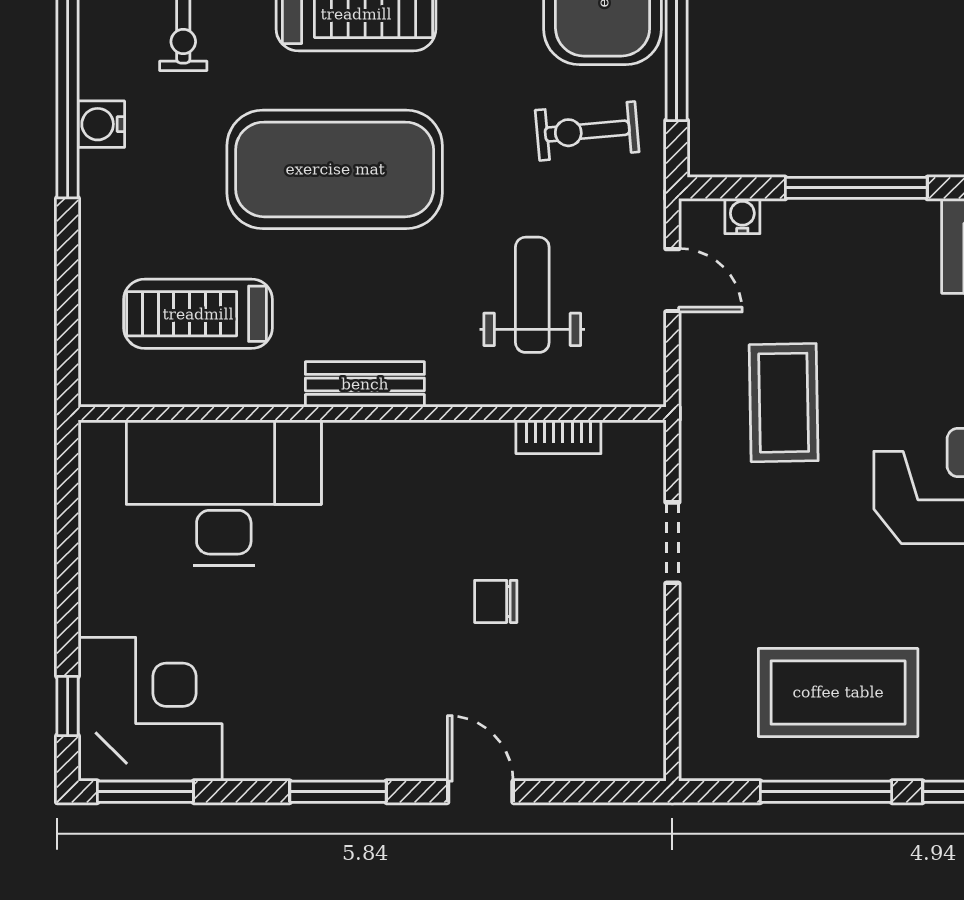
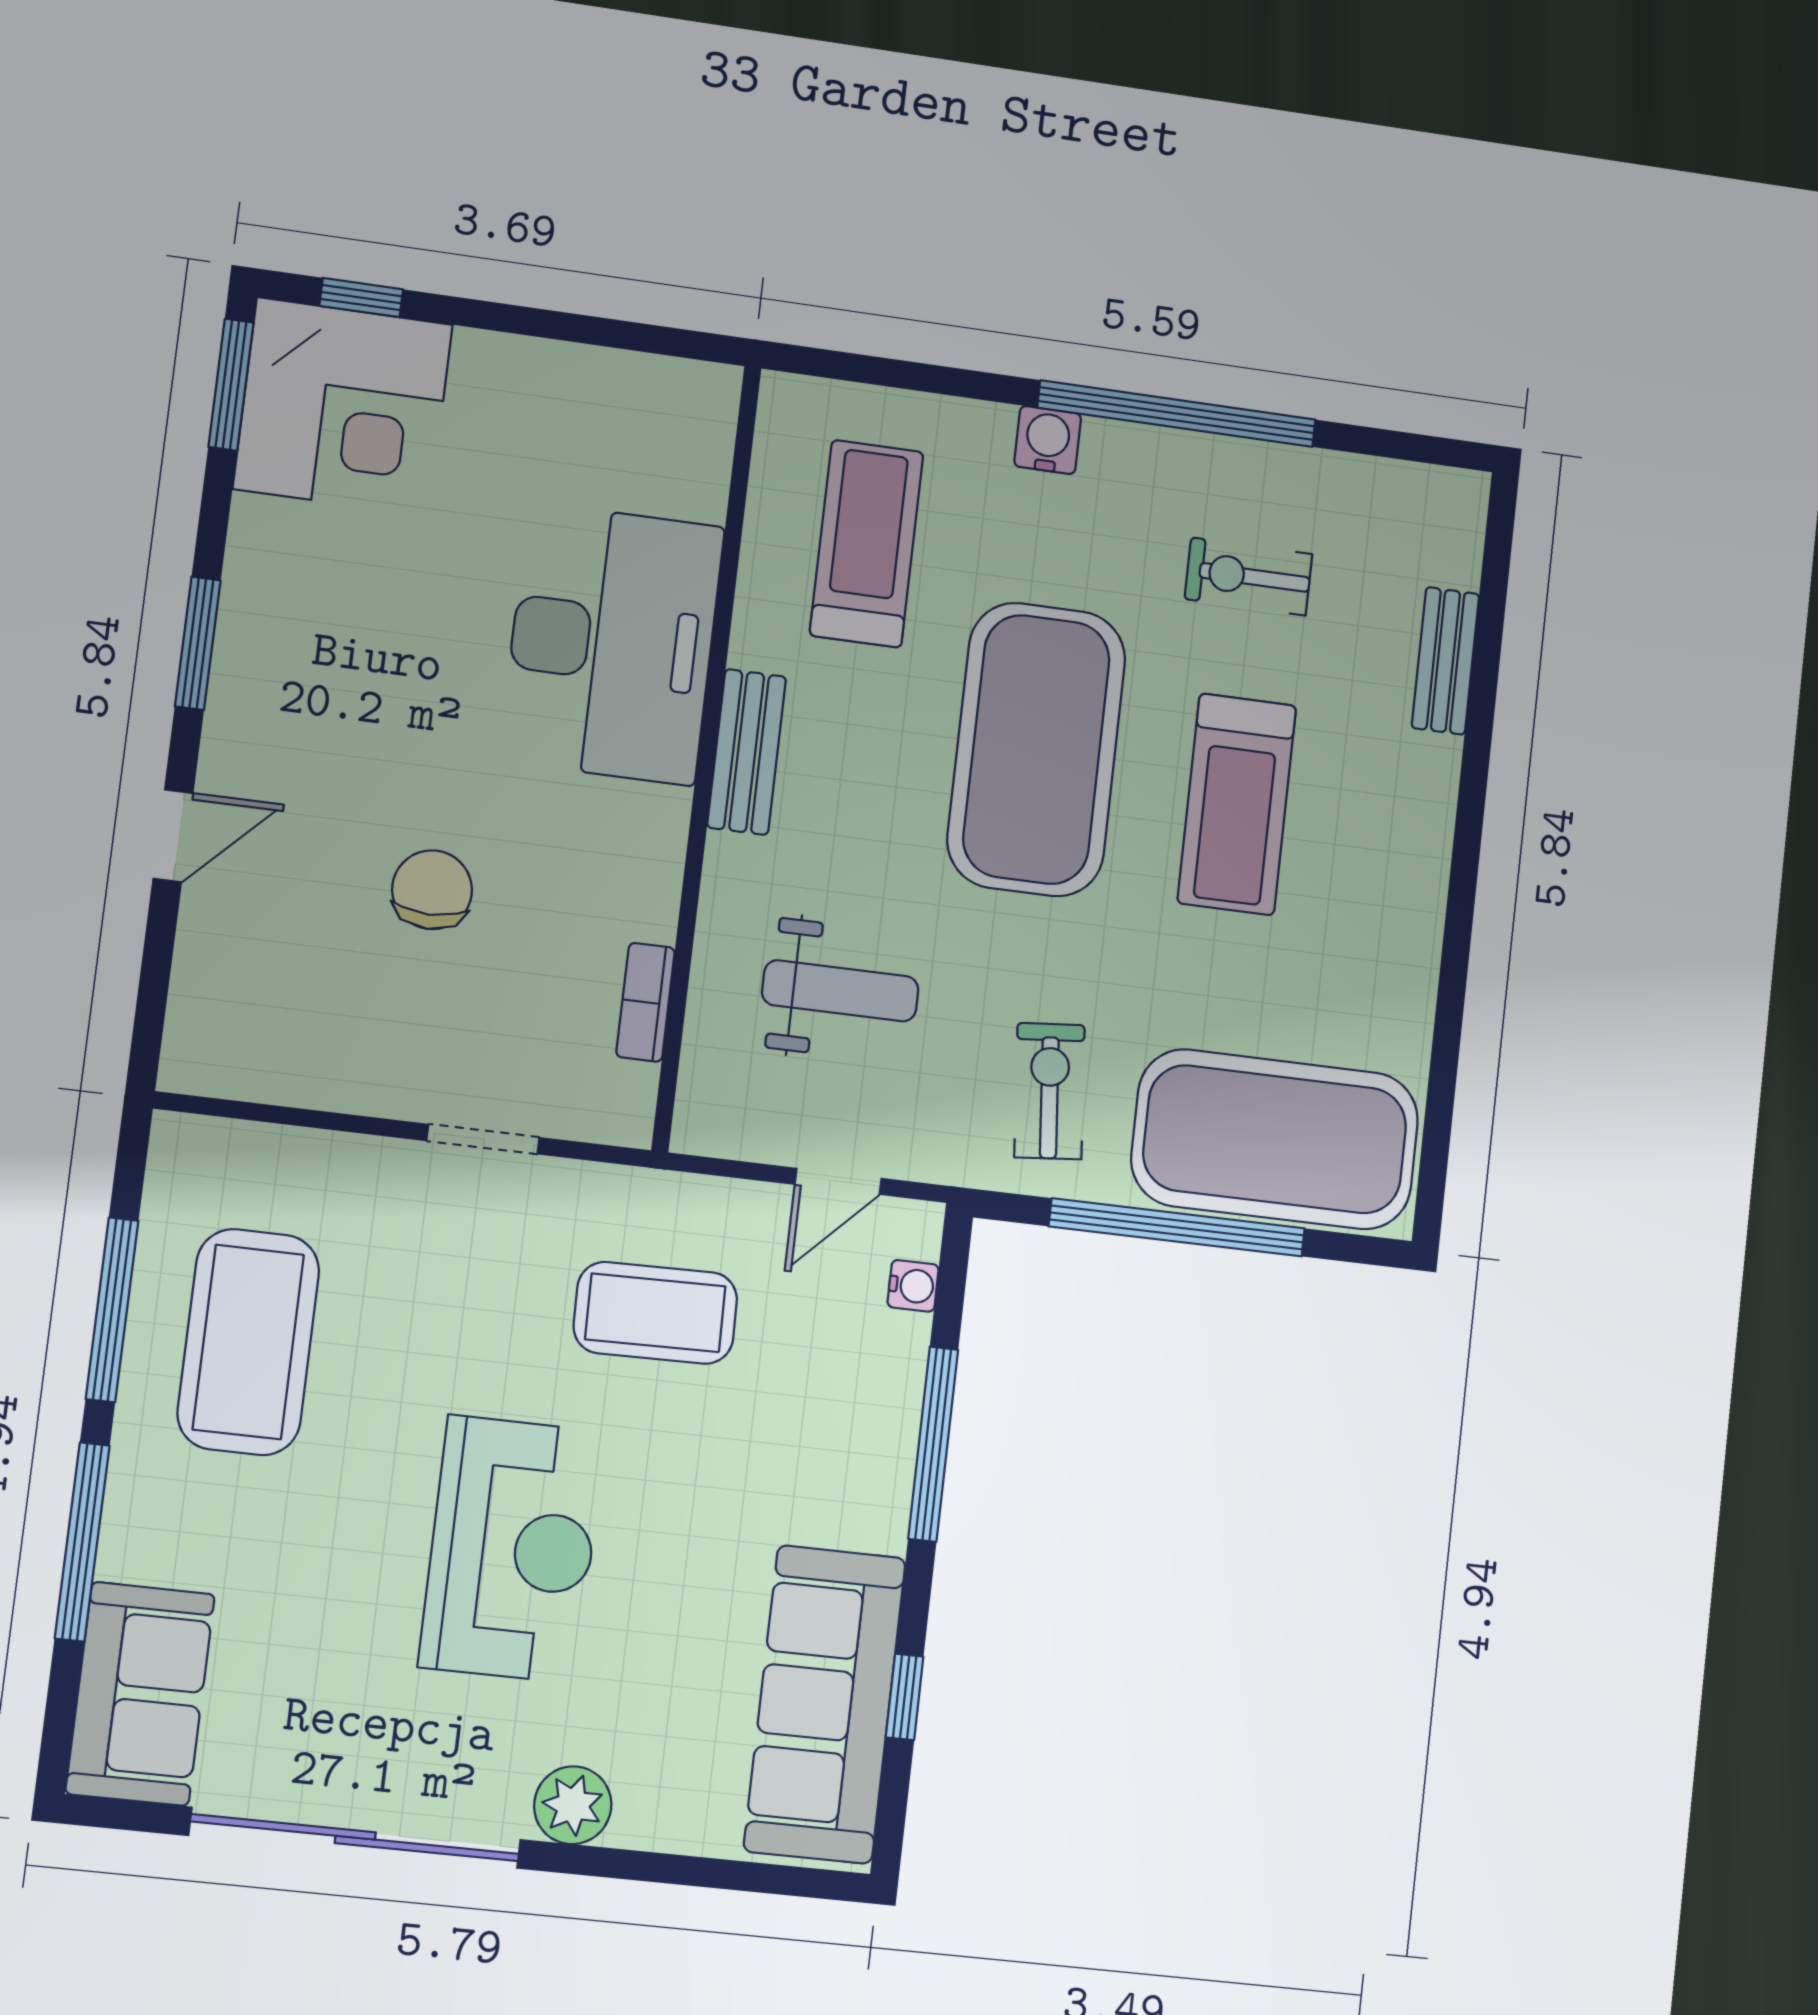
water cooler: (101, 124) -> (1048, 440), moved
desk: (224, 493) -> (612, 644), moved
chair: (496, 601) -> (432, 890), width x1.37, depth x1.37

